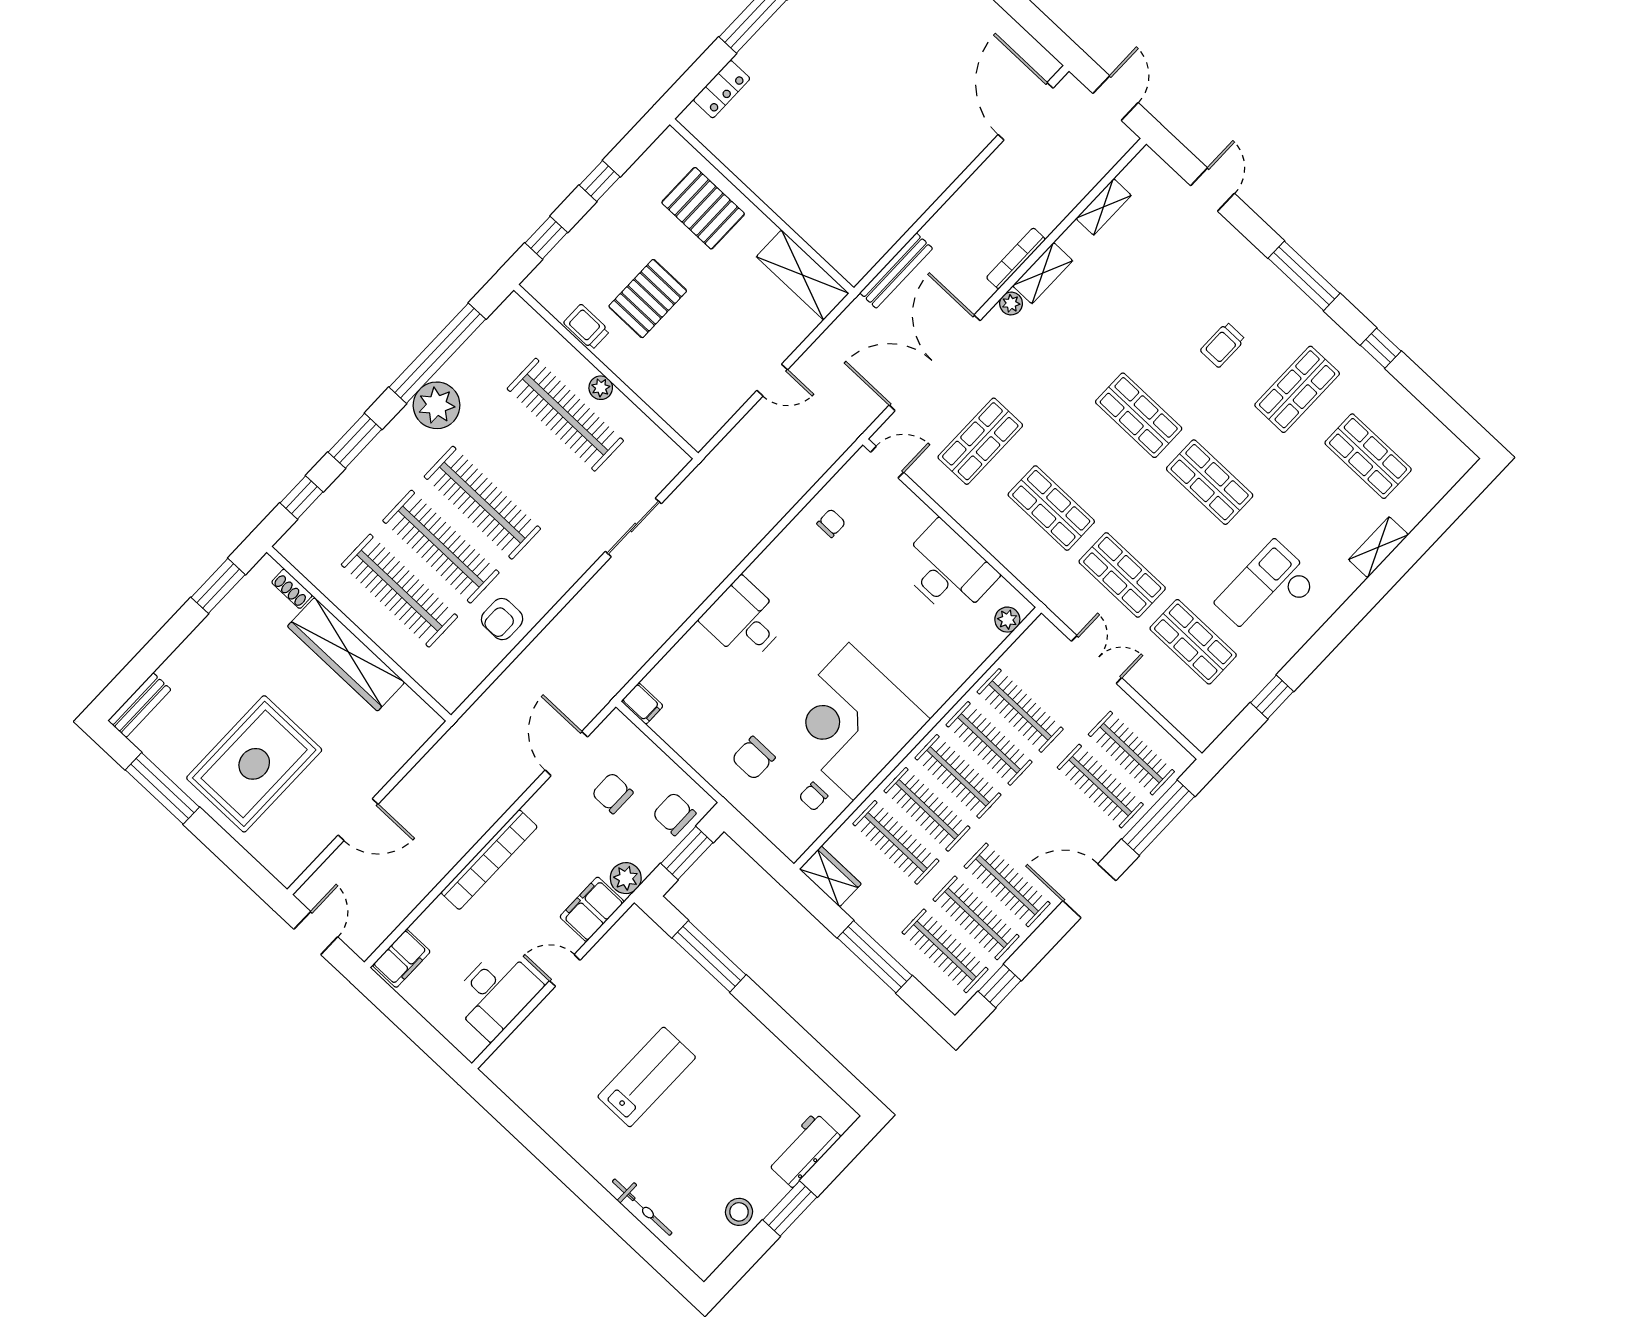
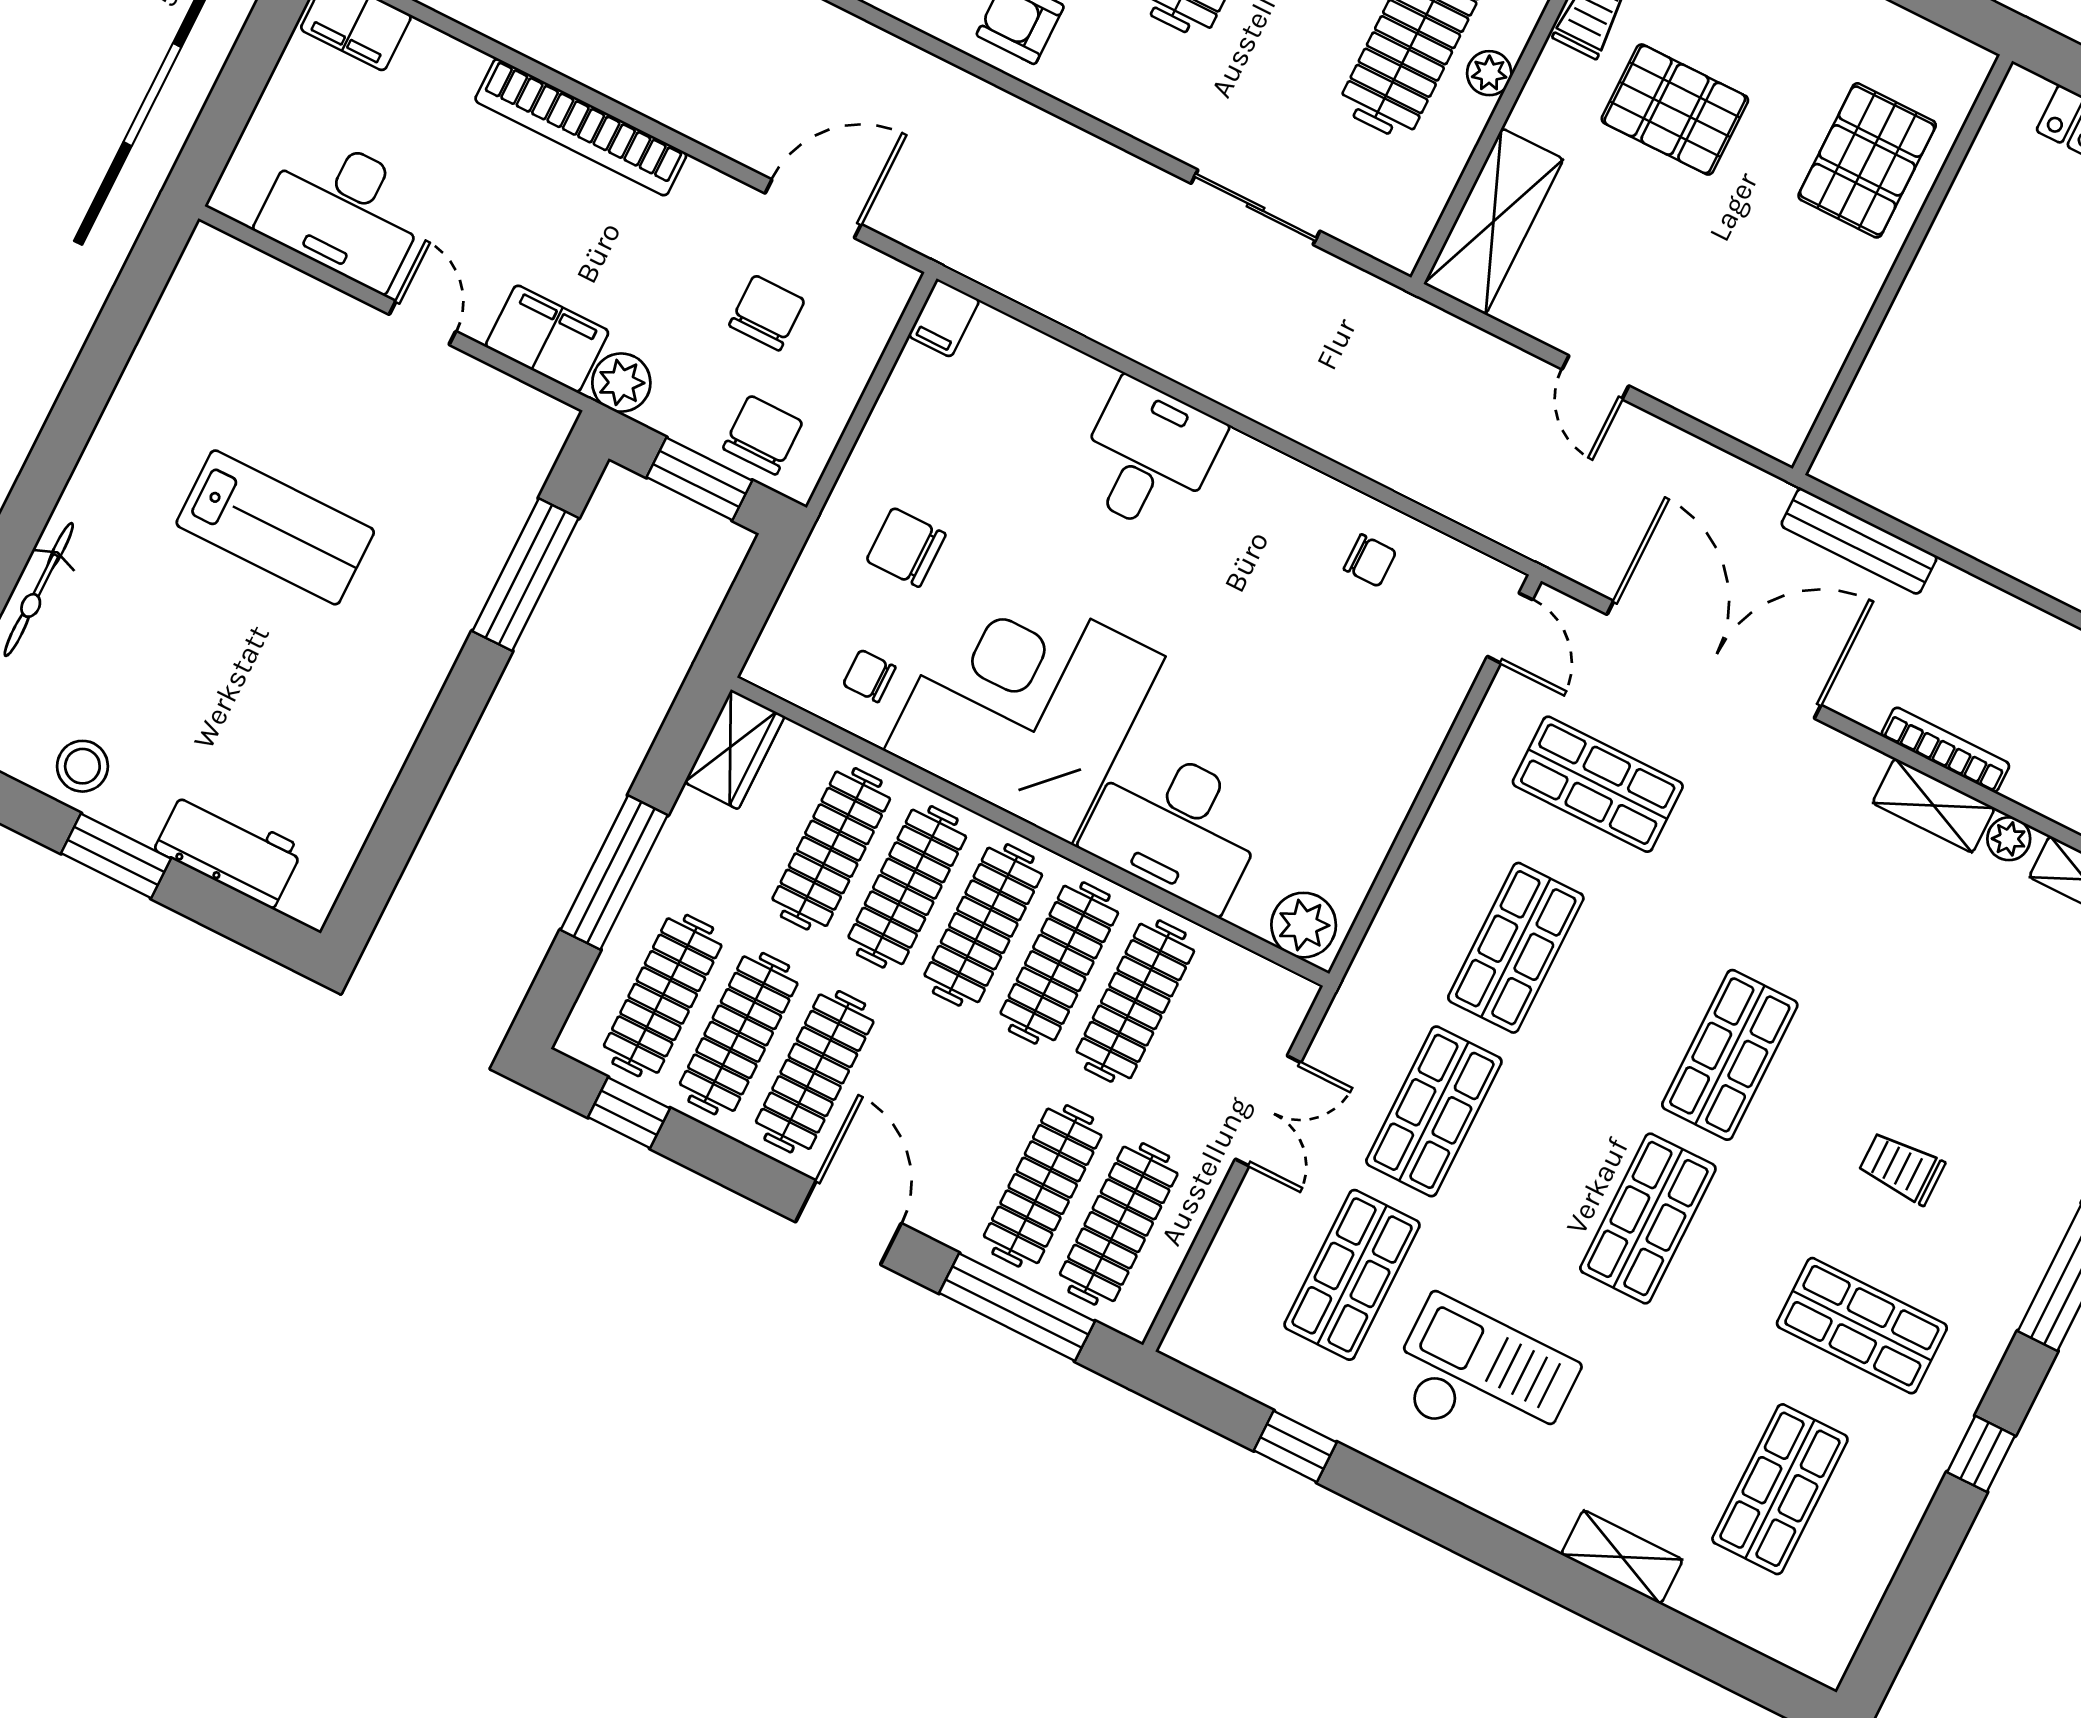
shelving: (803, 275) -> (1494, 221), moved
plant: (1011, 303) -> (2009, 839), moved
desk: (947, 570) -> (1176, 826), moved, turned 90
plant: (1007, 620) -> (1304, 925), width x1.38, depth x1.38

